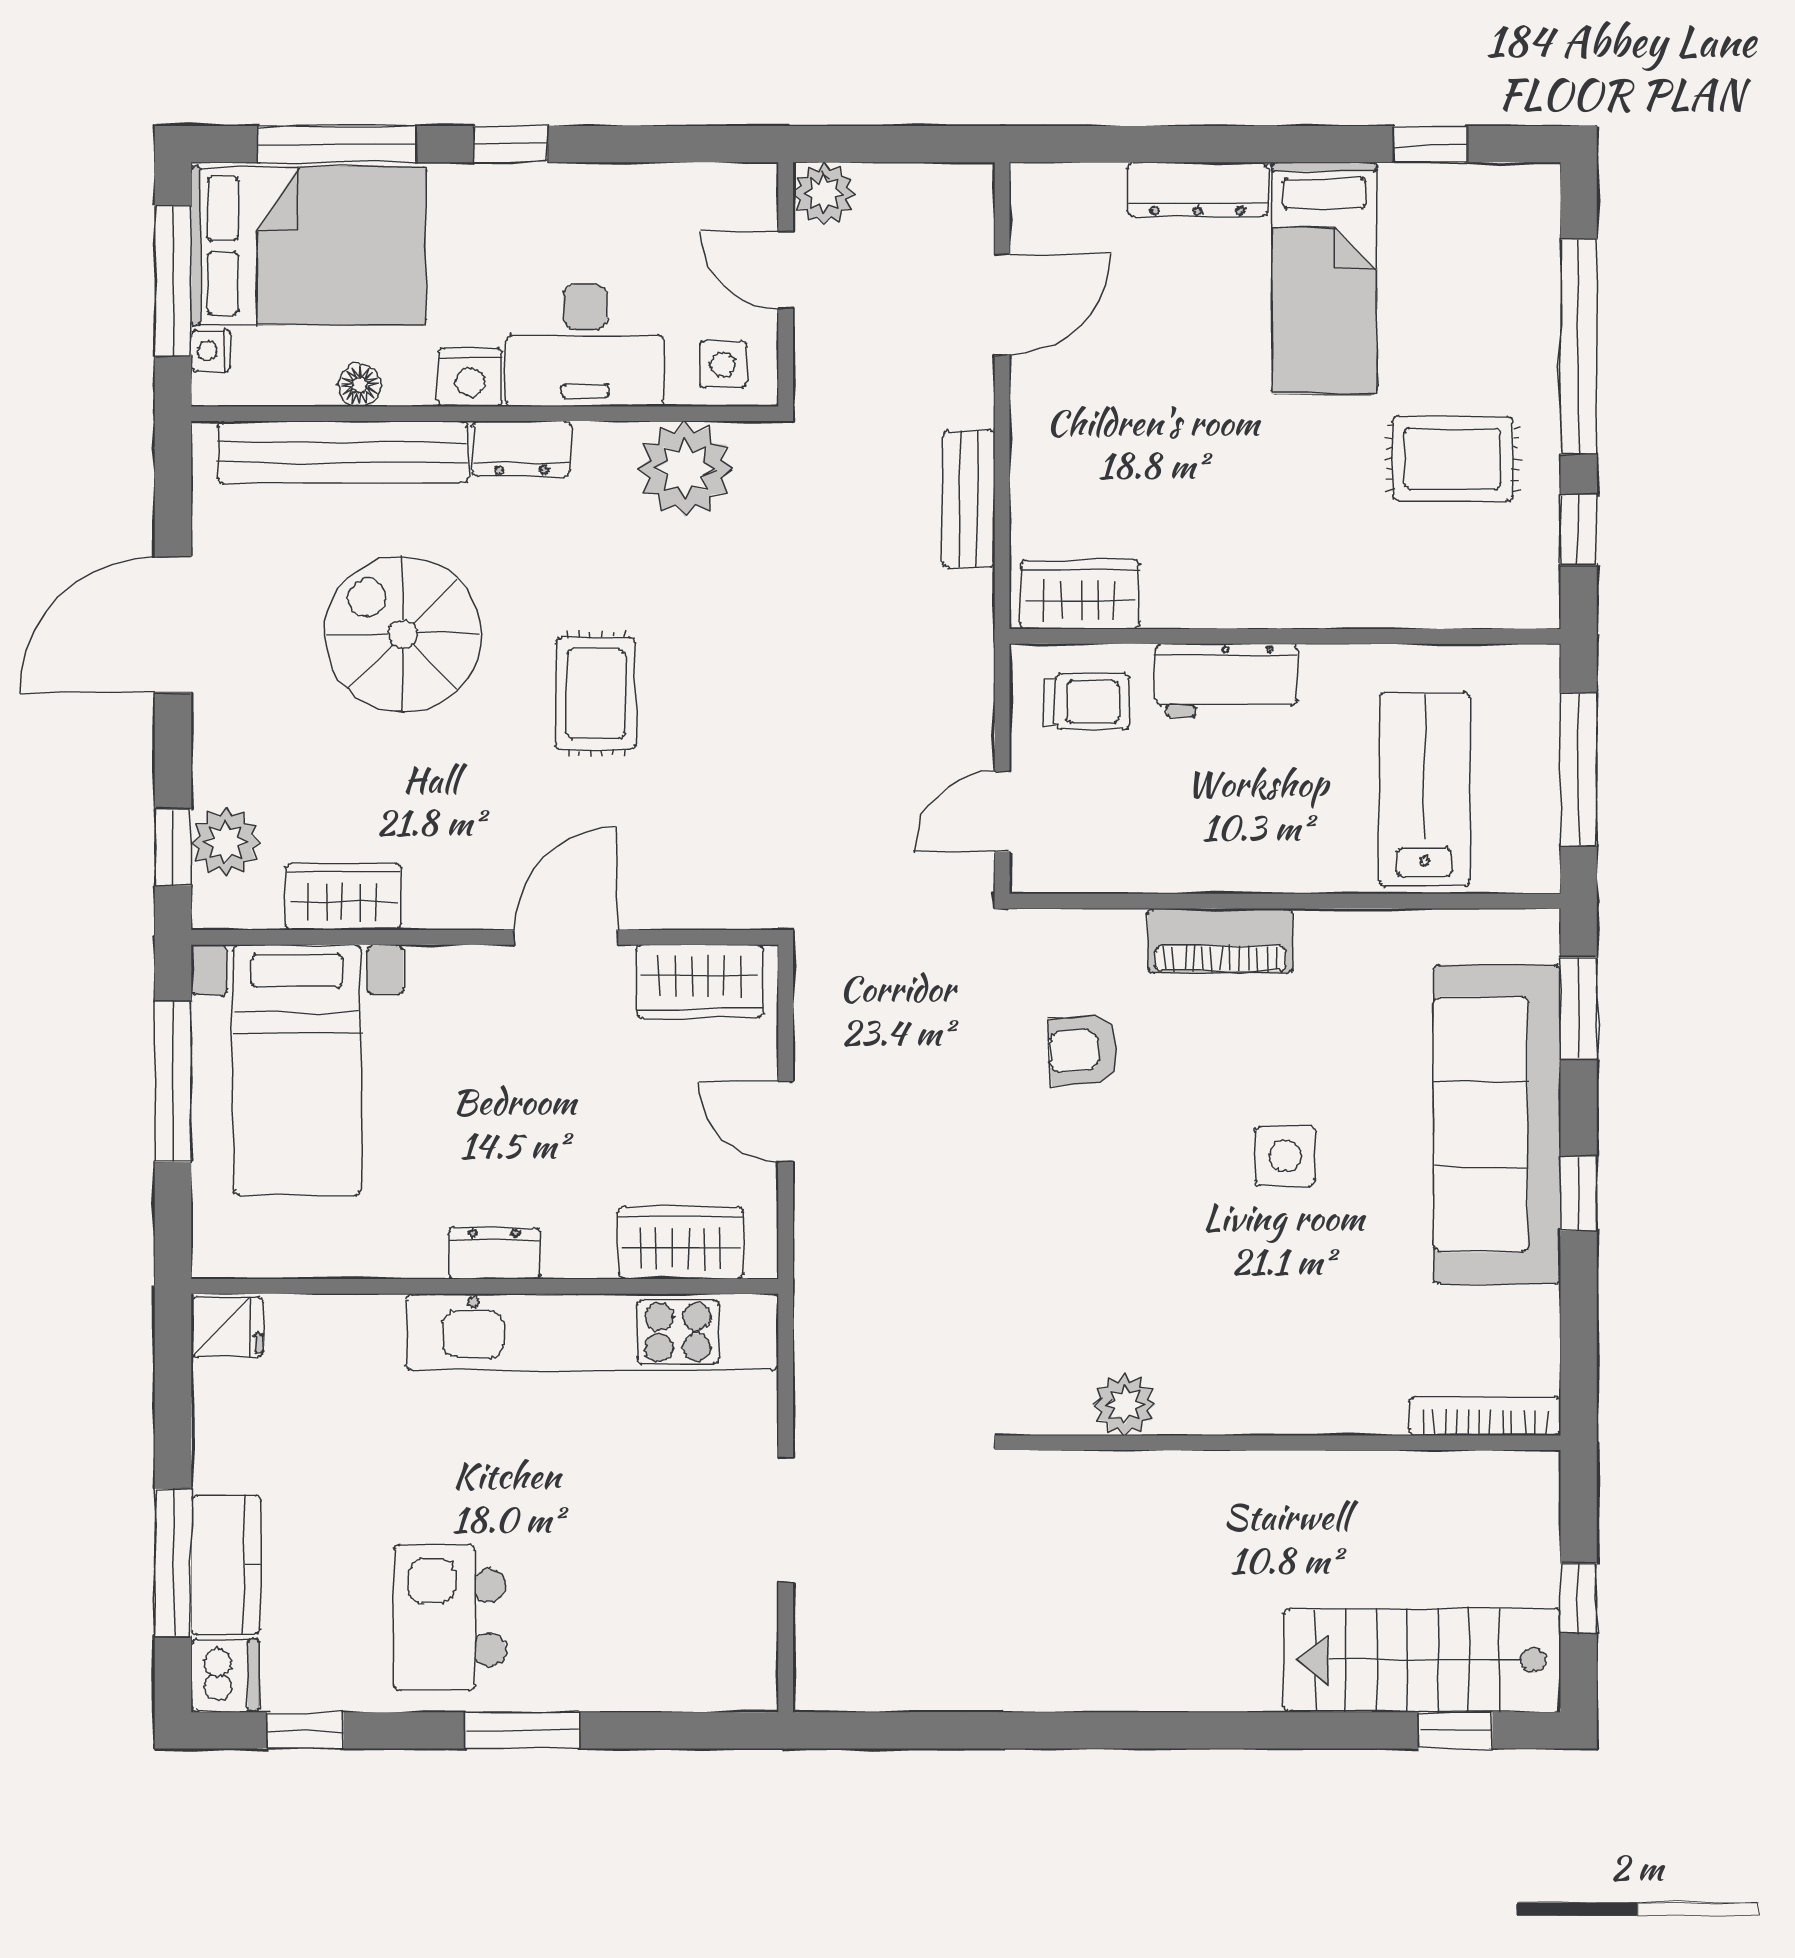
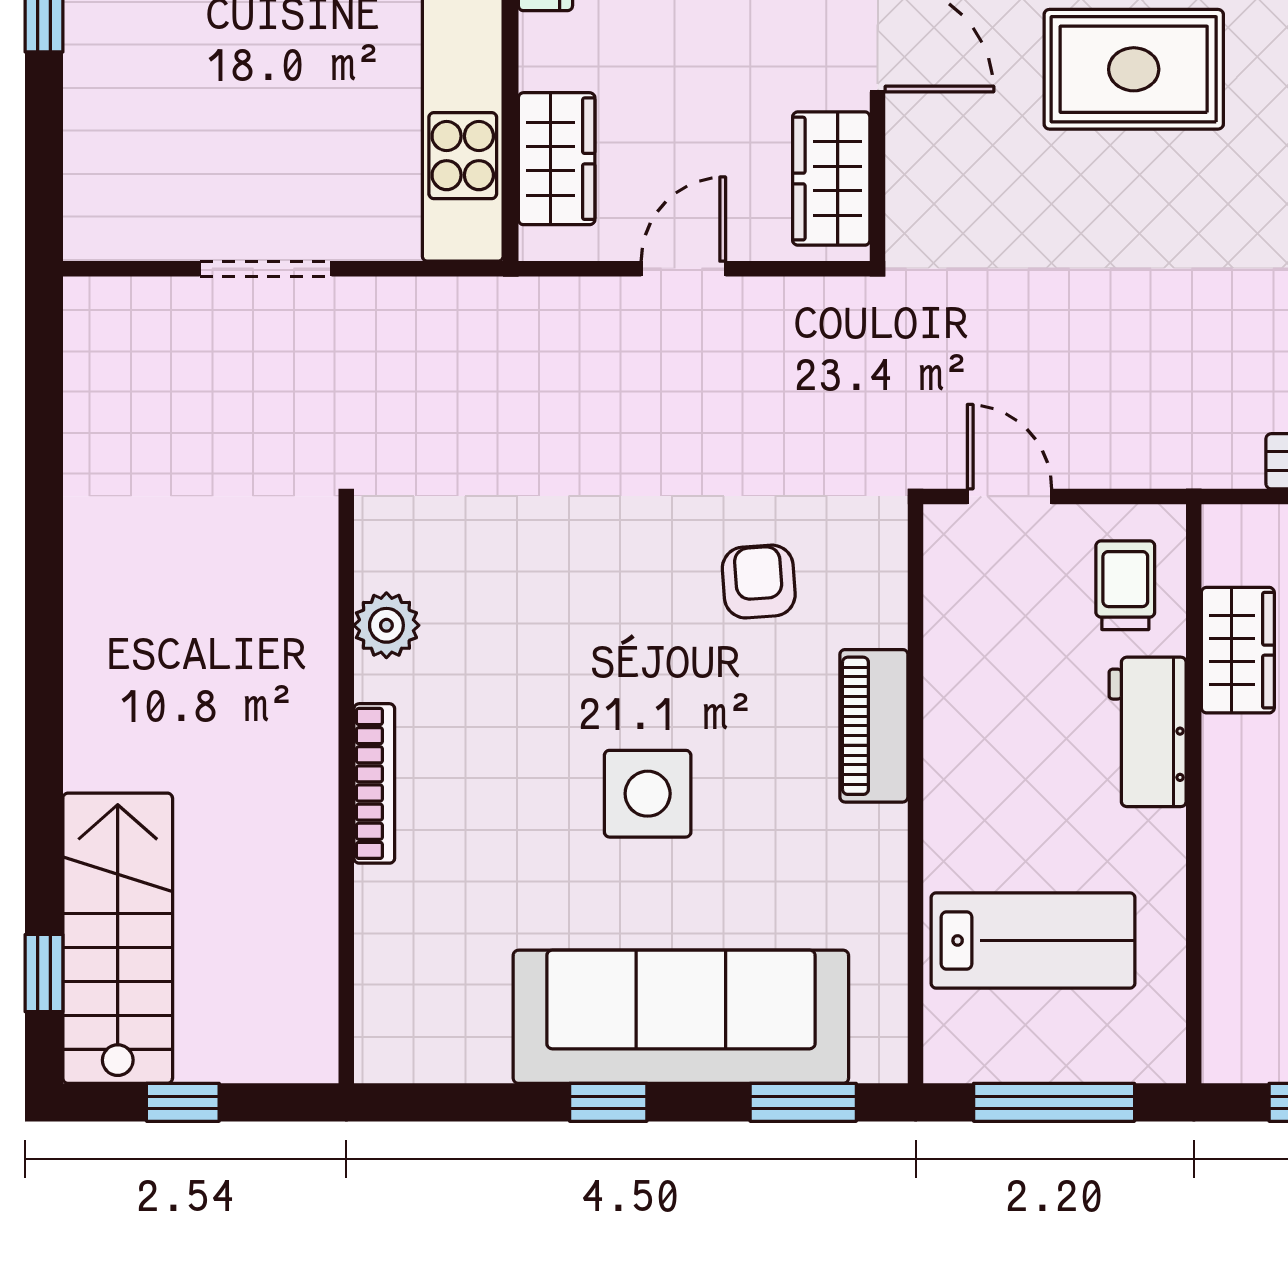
wardrobe: (1080, 595) -> (1238, 650), moved
rug: (596, 694) -> (1134, 69), width x1.36, depth x1.43
trolley: (1087, 702) -> (1125, 585), turned 180
side table: (1285, 1156) -> (648, 794), width x1.37, depth x1.37
bookcase: (1485, 1416) -> (374, 783), moved

